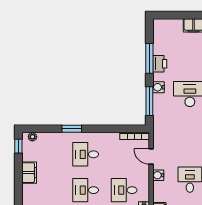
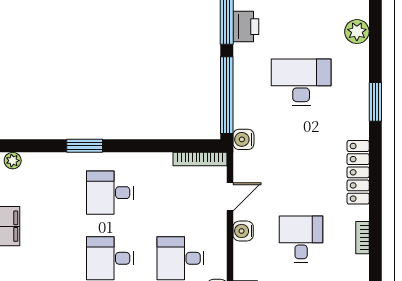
water cooler: (158, 87) -> (243, 139), moved
window: (149, 101) -> (227, 95), width x1.46
door: (151, 157) -> (230, 197), swing flipped

